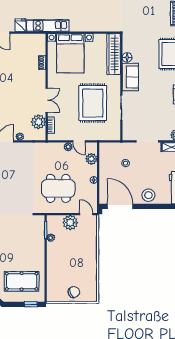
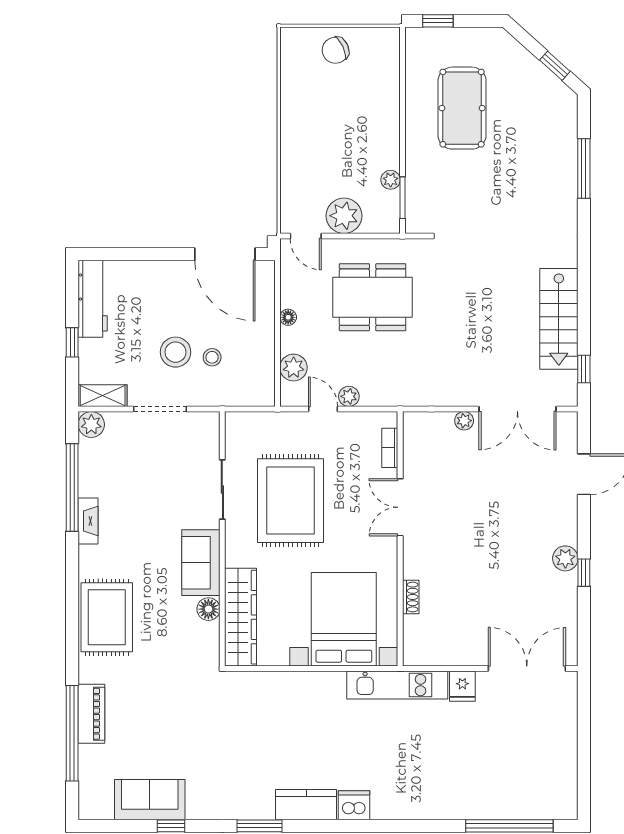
plant: (38, 122) -> (420, 456), removed
stool: (148, 195) -> (176, 352), moved
pool table: (22, 281) -> (462, 108), moved, turned 90

